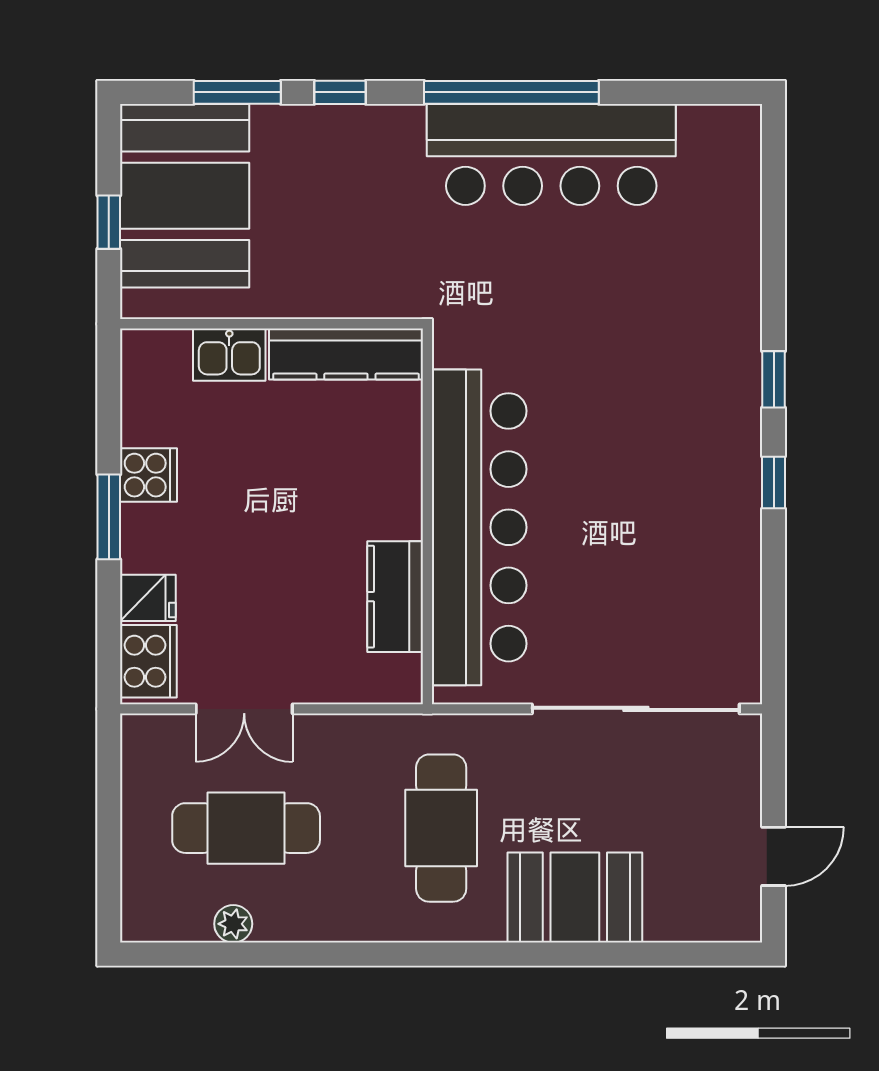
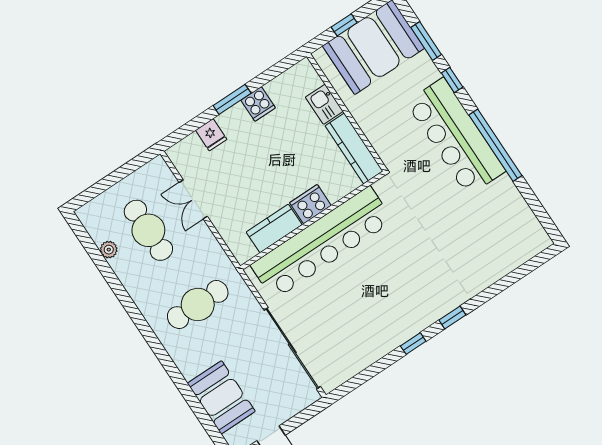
bar counter: (551, 154) -> (456, 137), moved
cooker: (148, 661) -> (310, 204), moved, turned 180
booth: (575, 898) -> (221, 397), moved

